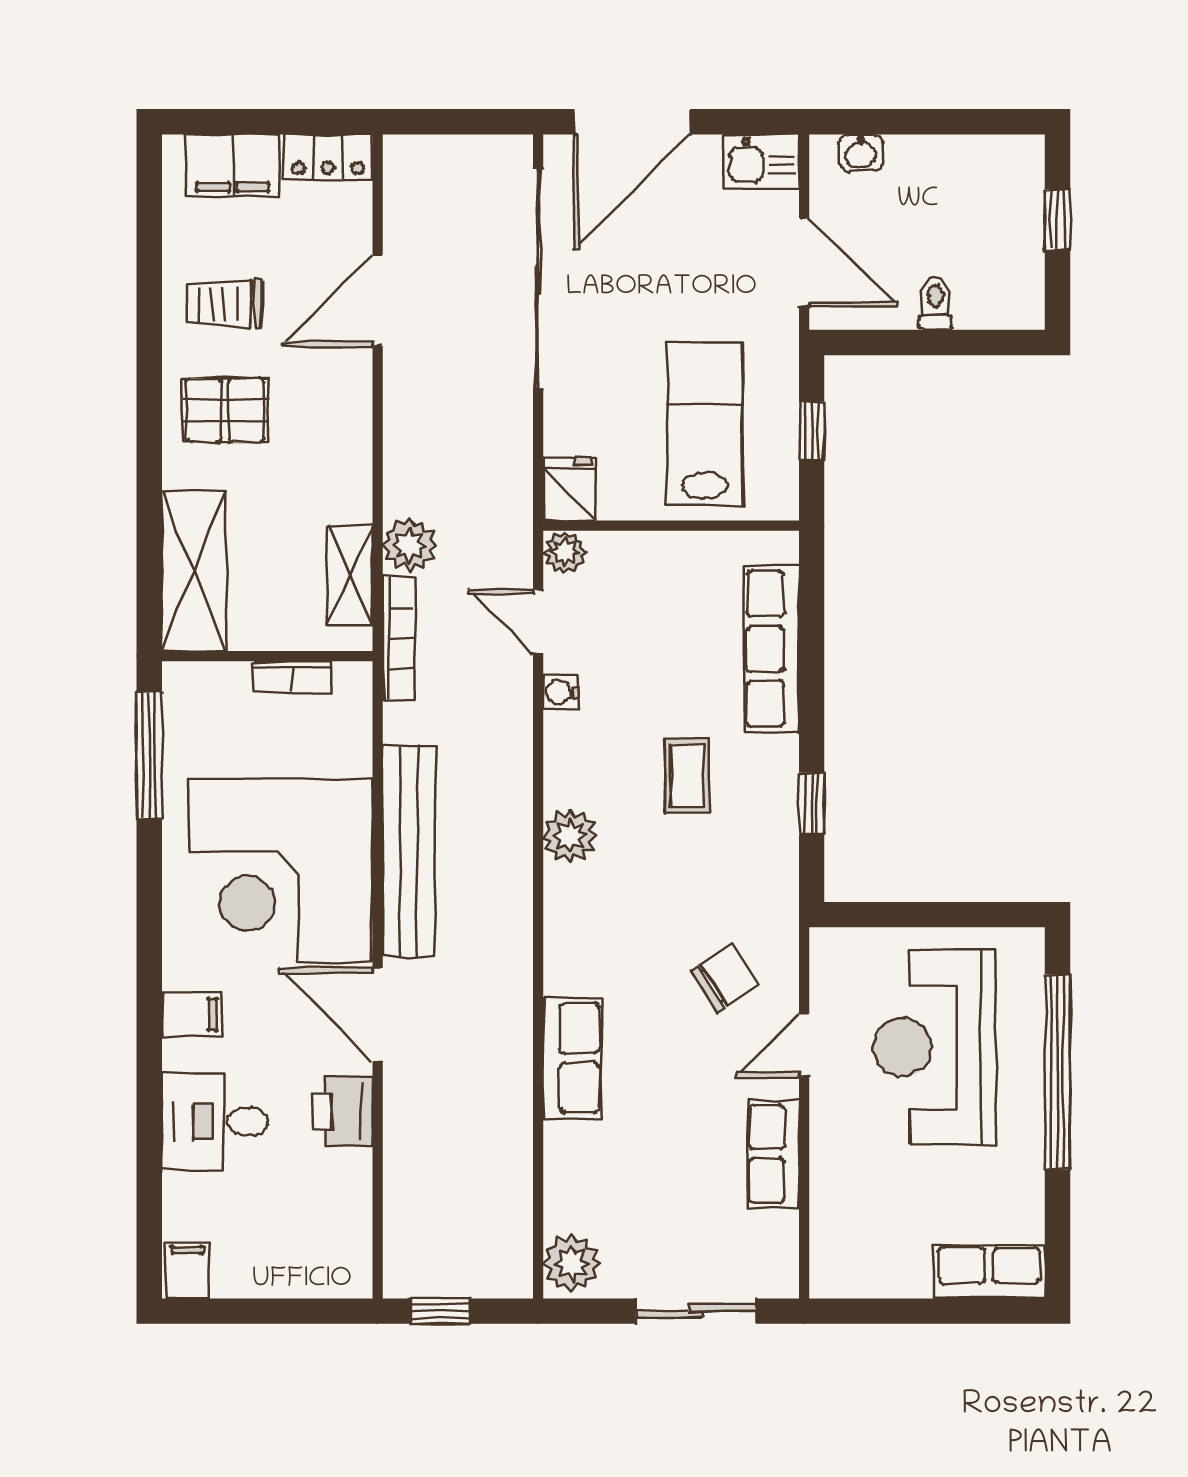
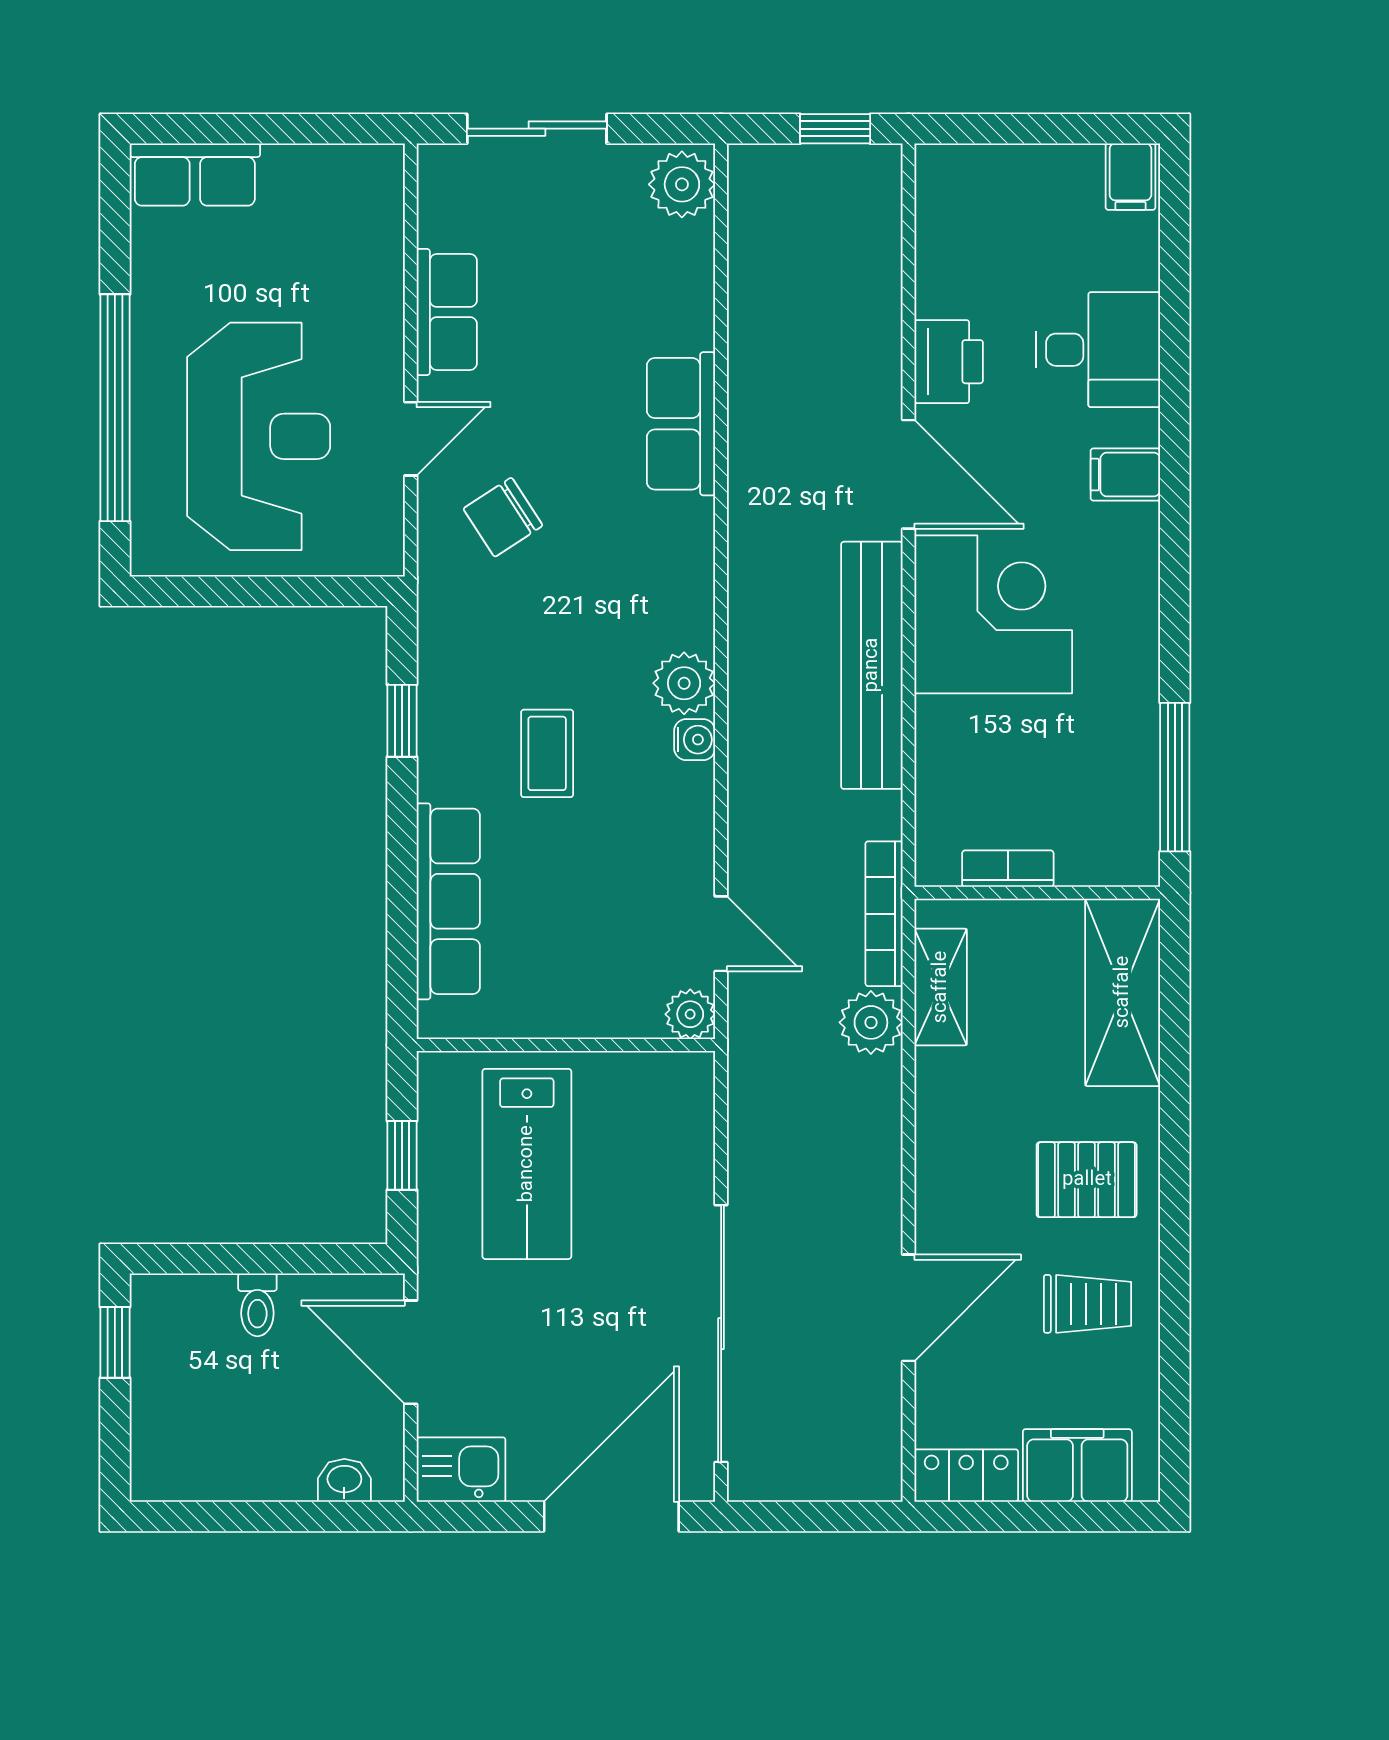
window: (1058, 219) -> (115, 1342), moved
fridge: (570, 489) -> (684, 1088), removed
water cooler: (561, 693) -> (695, 740), moved
corner desk: (280, 870) -> (993, 614), width x0.74, depth x0.74

